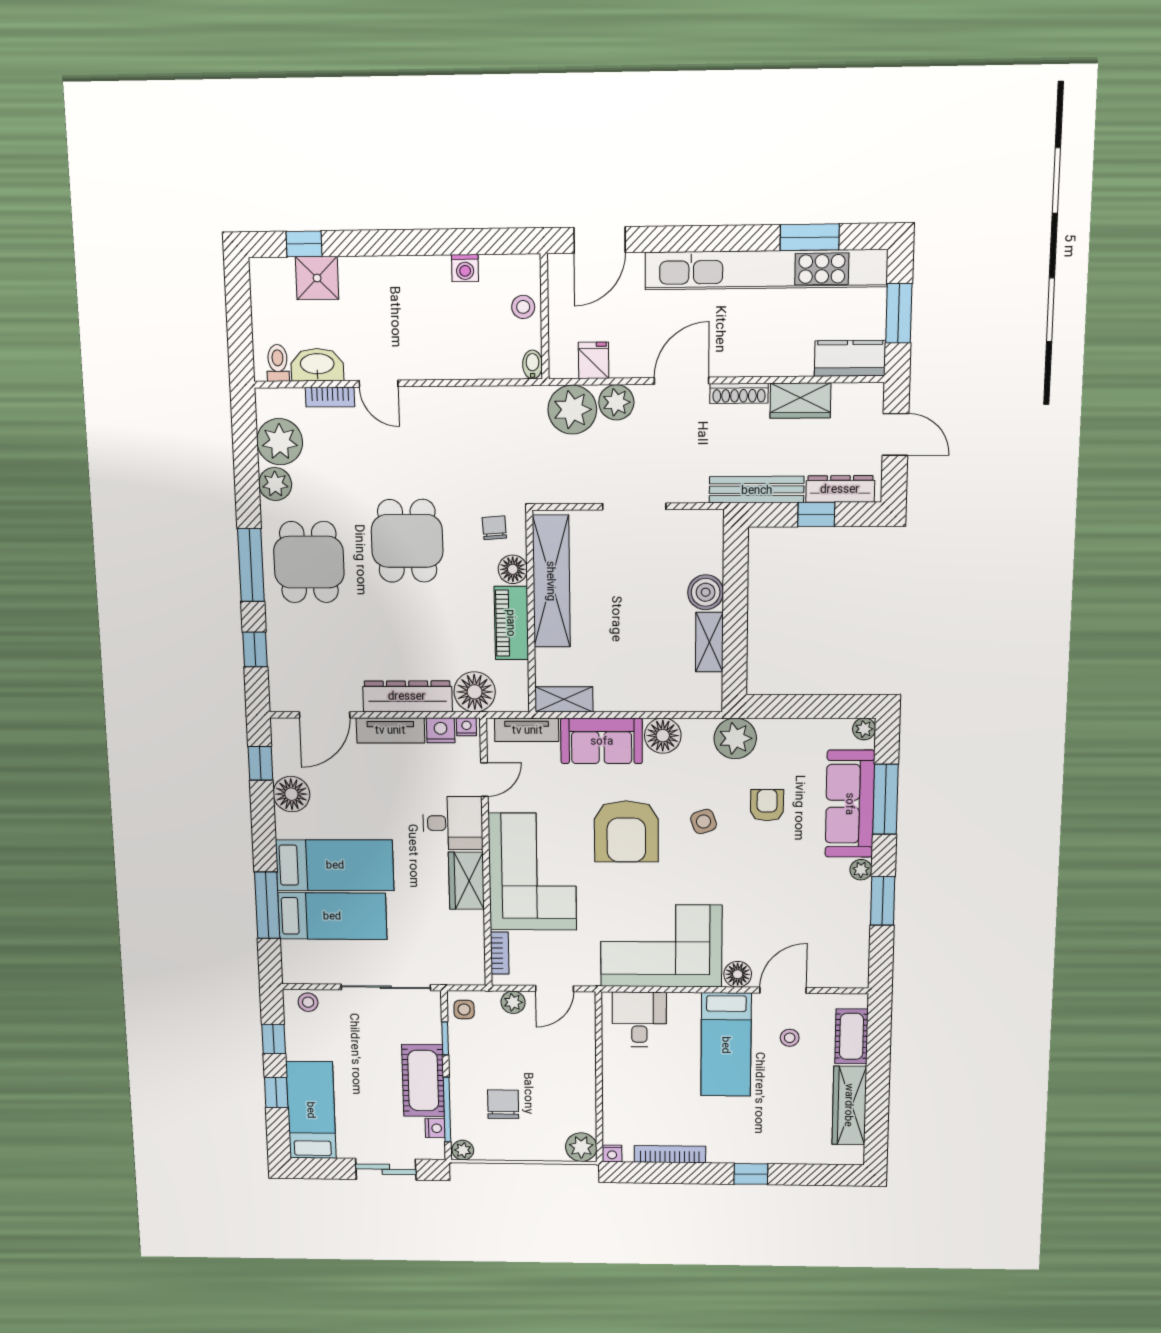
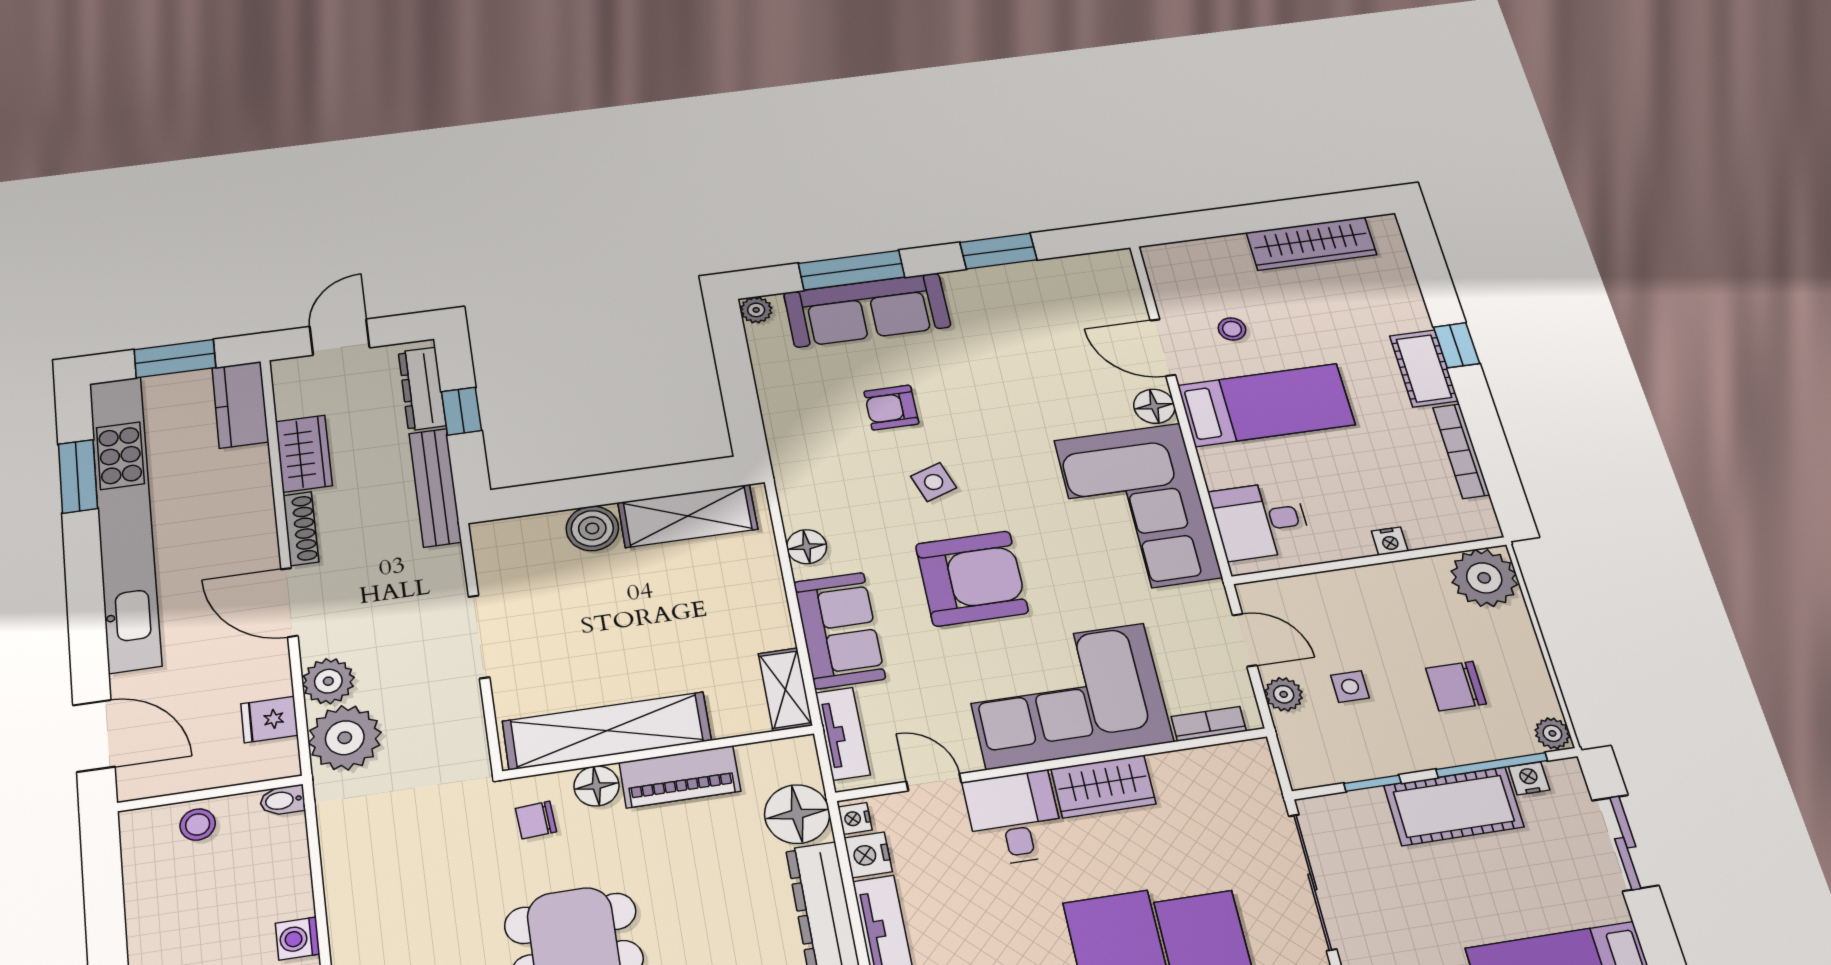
washing machine: (465, 268) -> (298, 939), moved, turned 180
shelving: (709, 642) -> (688, 516), width x1.50, depth x1.33
floor lamp: (663, 736) -> (807, 547), width x0.73, depth x0.73
plant: (735, 738) -> (801, 461), removed
plant: (861, 870) -> (960, 283), removed
side table: (464, 1009) -> (1350, 687), moved
cot: (851, 1036) -> (1424, 368), moved, turned 90
plant: (581, 1147) -> (1484, 578), width x1.36, depth x1.36
nightstand: (612, 1153) -> (1390, 541), moved, turned 90

